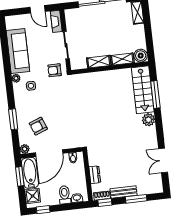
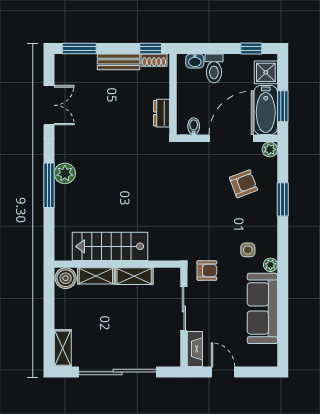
stairs: (143, 90) -> (110, 246), moved, turned -90
window: (155, 94) -> (49, 185), moved
dresser: (95, 175) -> (162, 113), moved
window: (136, 199) -> (79, 48), moved

